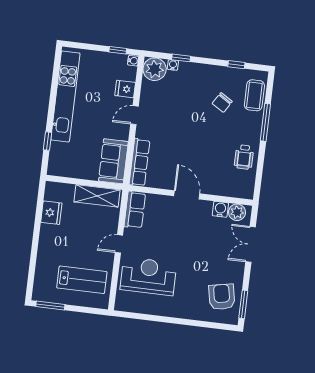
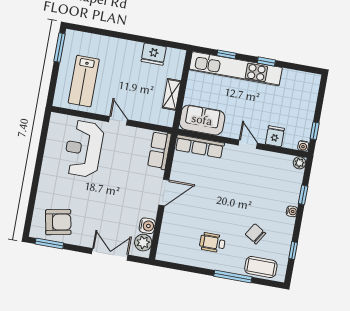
water cooler: (173, 65) -> (292, 211), moved
plant: (155, 69) -> (300, 163), width x0.53, depth x0.53
kitchen unit: (65, 96) -> (236, 69), moved
window: (52, 102) -> (266, 62), added
wheelchair: (244, 157) -> (212, 243), moved
shelving: (97, 196) -> (172, 94), width x0.67, depth x0.75
row of seats: (135, 210) -> (159, 150), moved, turned 90
reception desk: (148, 276) -> (83, 149), turned 180

